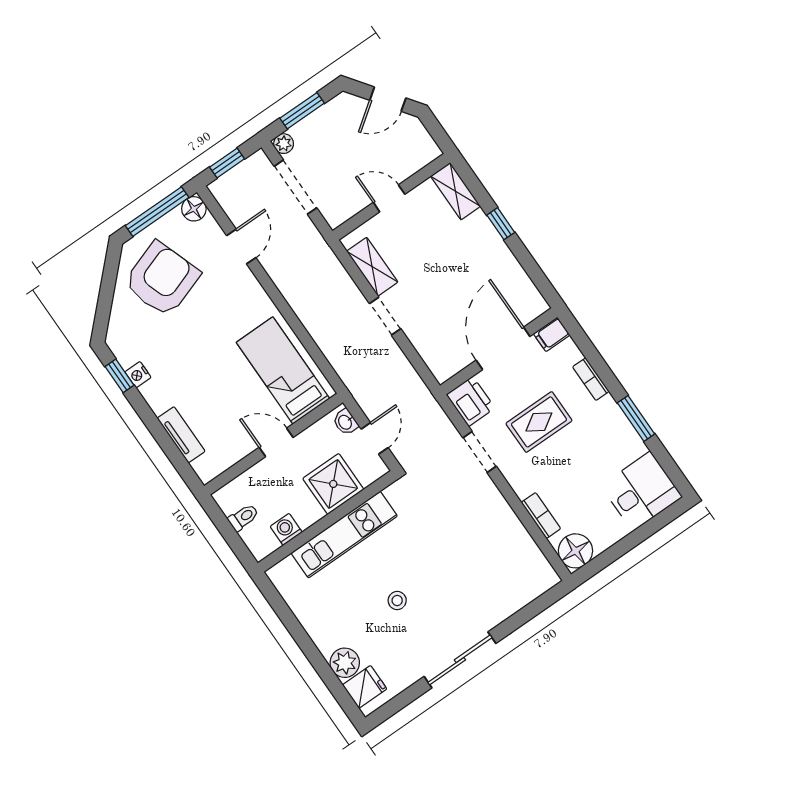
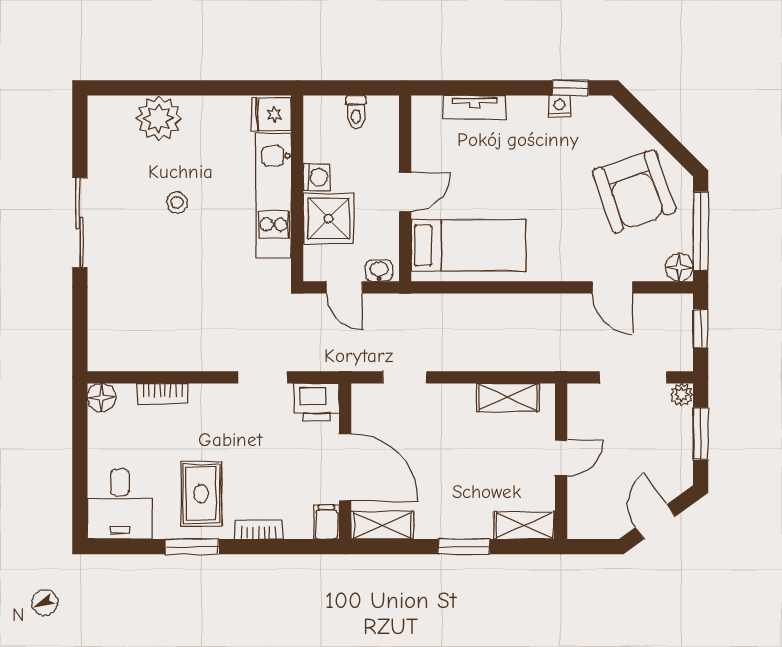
window: (501, 224) -> (464, 547), width x1.50
shelving: (526, 293) -> (382, 525), added
doorway: (385, 316) -> (405, 377), moved
rug: (539, 422) -> (201, 494), moved
washing machine: (286, 529) -> (317, 177), moved
floor lamp: (575, 551) -> (102, 398), width x0.73, depth x0.73
plant: (345, 663) -> (159, 118), width x1.36, depth x1.36
fridge: (365, 687) -> (271, 114), moved, turned 90

